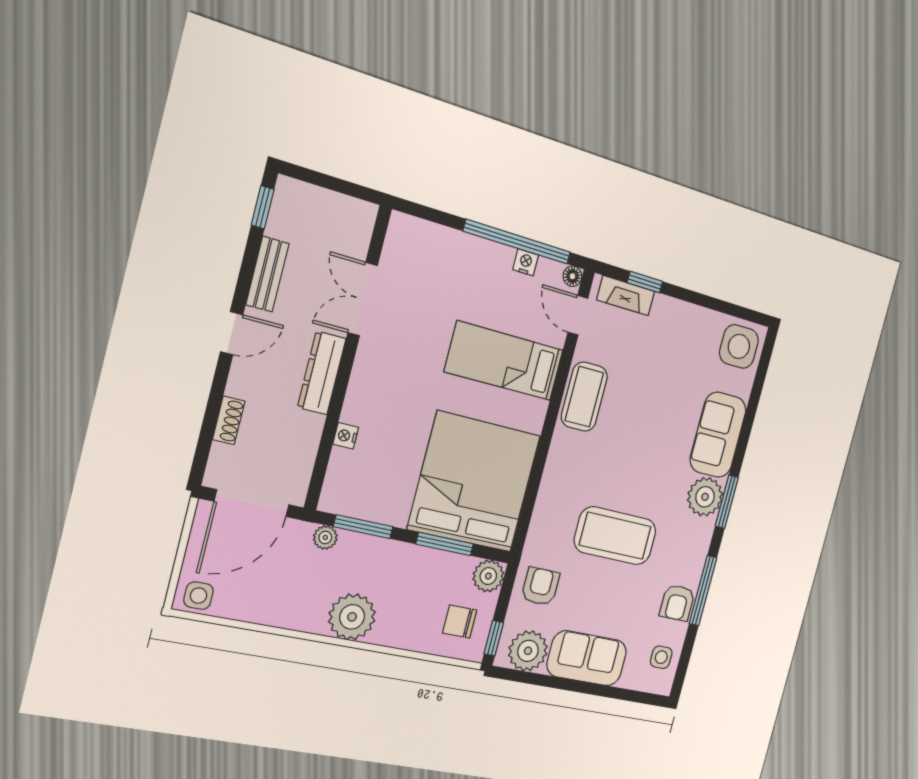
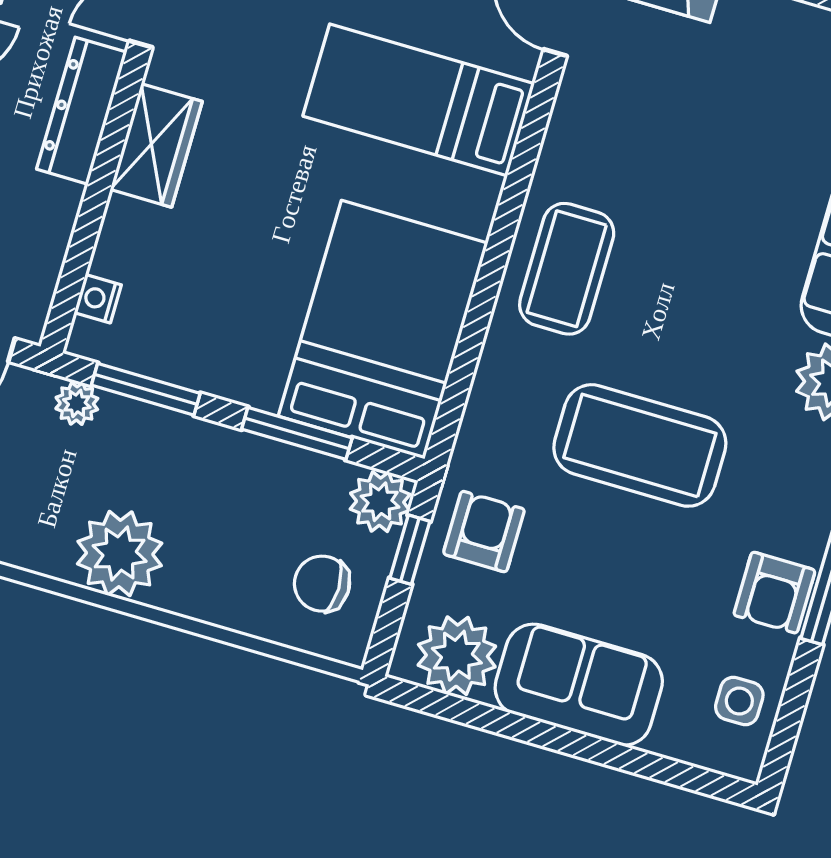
wardrobe: (364, 391) -> (156, 145), added
coffee table: (584, 397) -> (567, 269), moved
nightstand: (346, 436) -> (98, 299), moved
bed: (474, 482) -> (383, 330), width x0.73
window: (494, 638) -> (410, 550), moved

